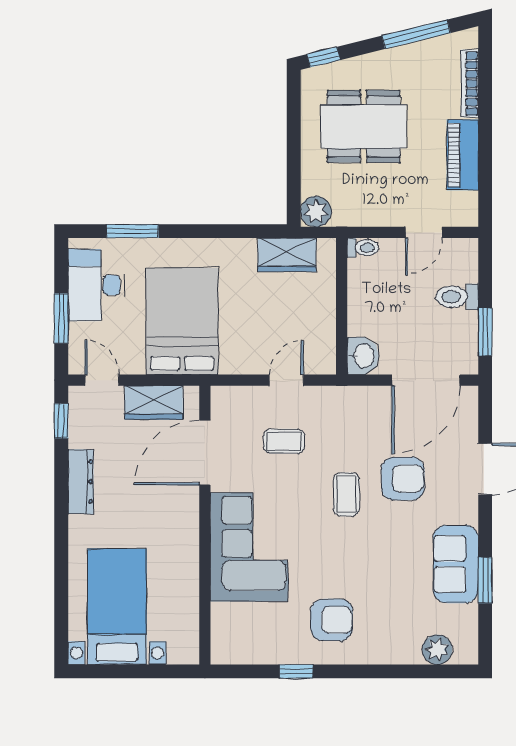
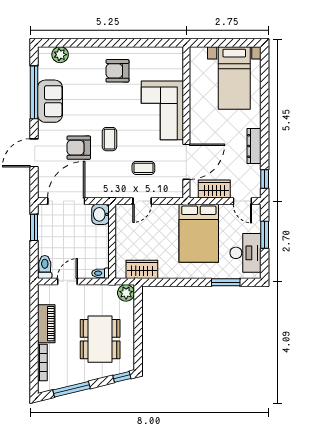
dining table: (364, 126) -> (100, 339), turned 90
toilet: (457, 297) -> (45, 267), moved, turned -90
window: (485, 580) -> (34, 92), width x2.11
window: (296, 671) -> (137, 43), removed

